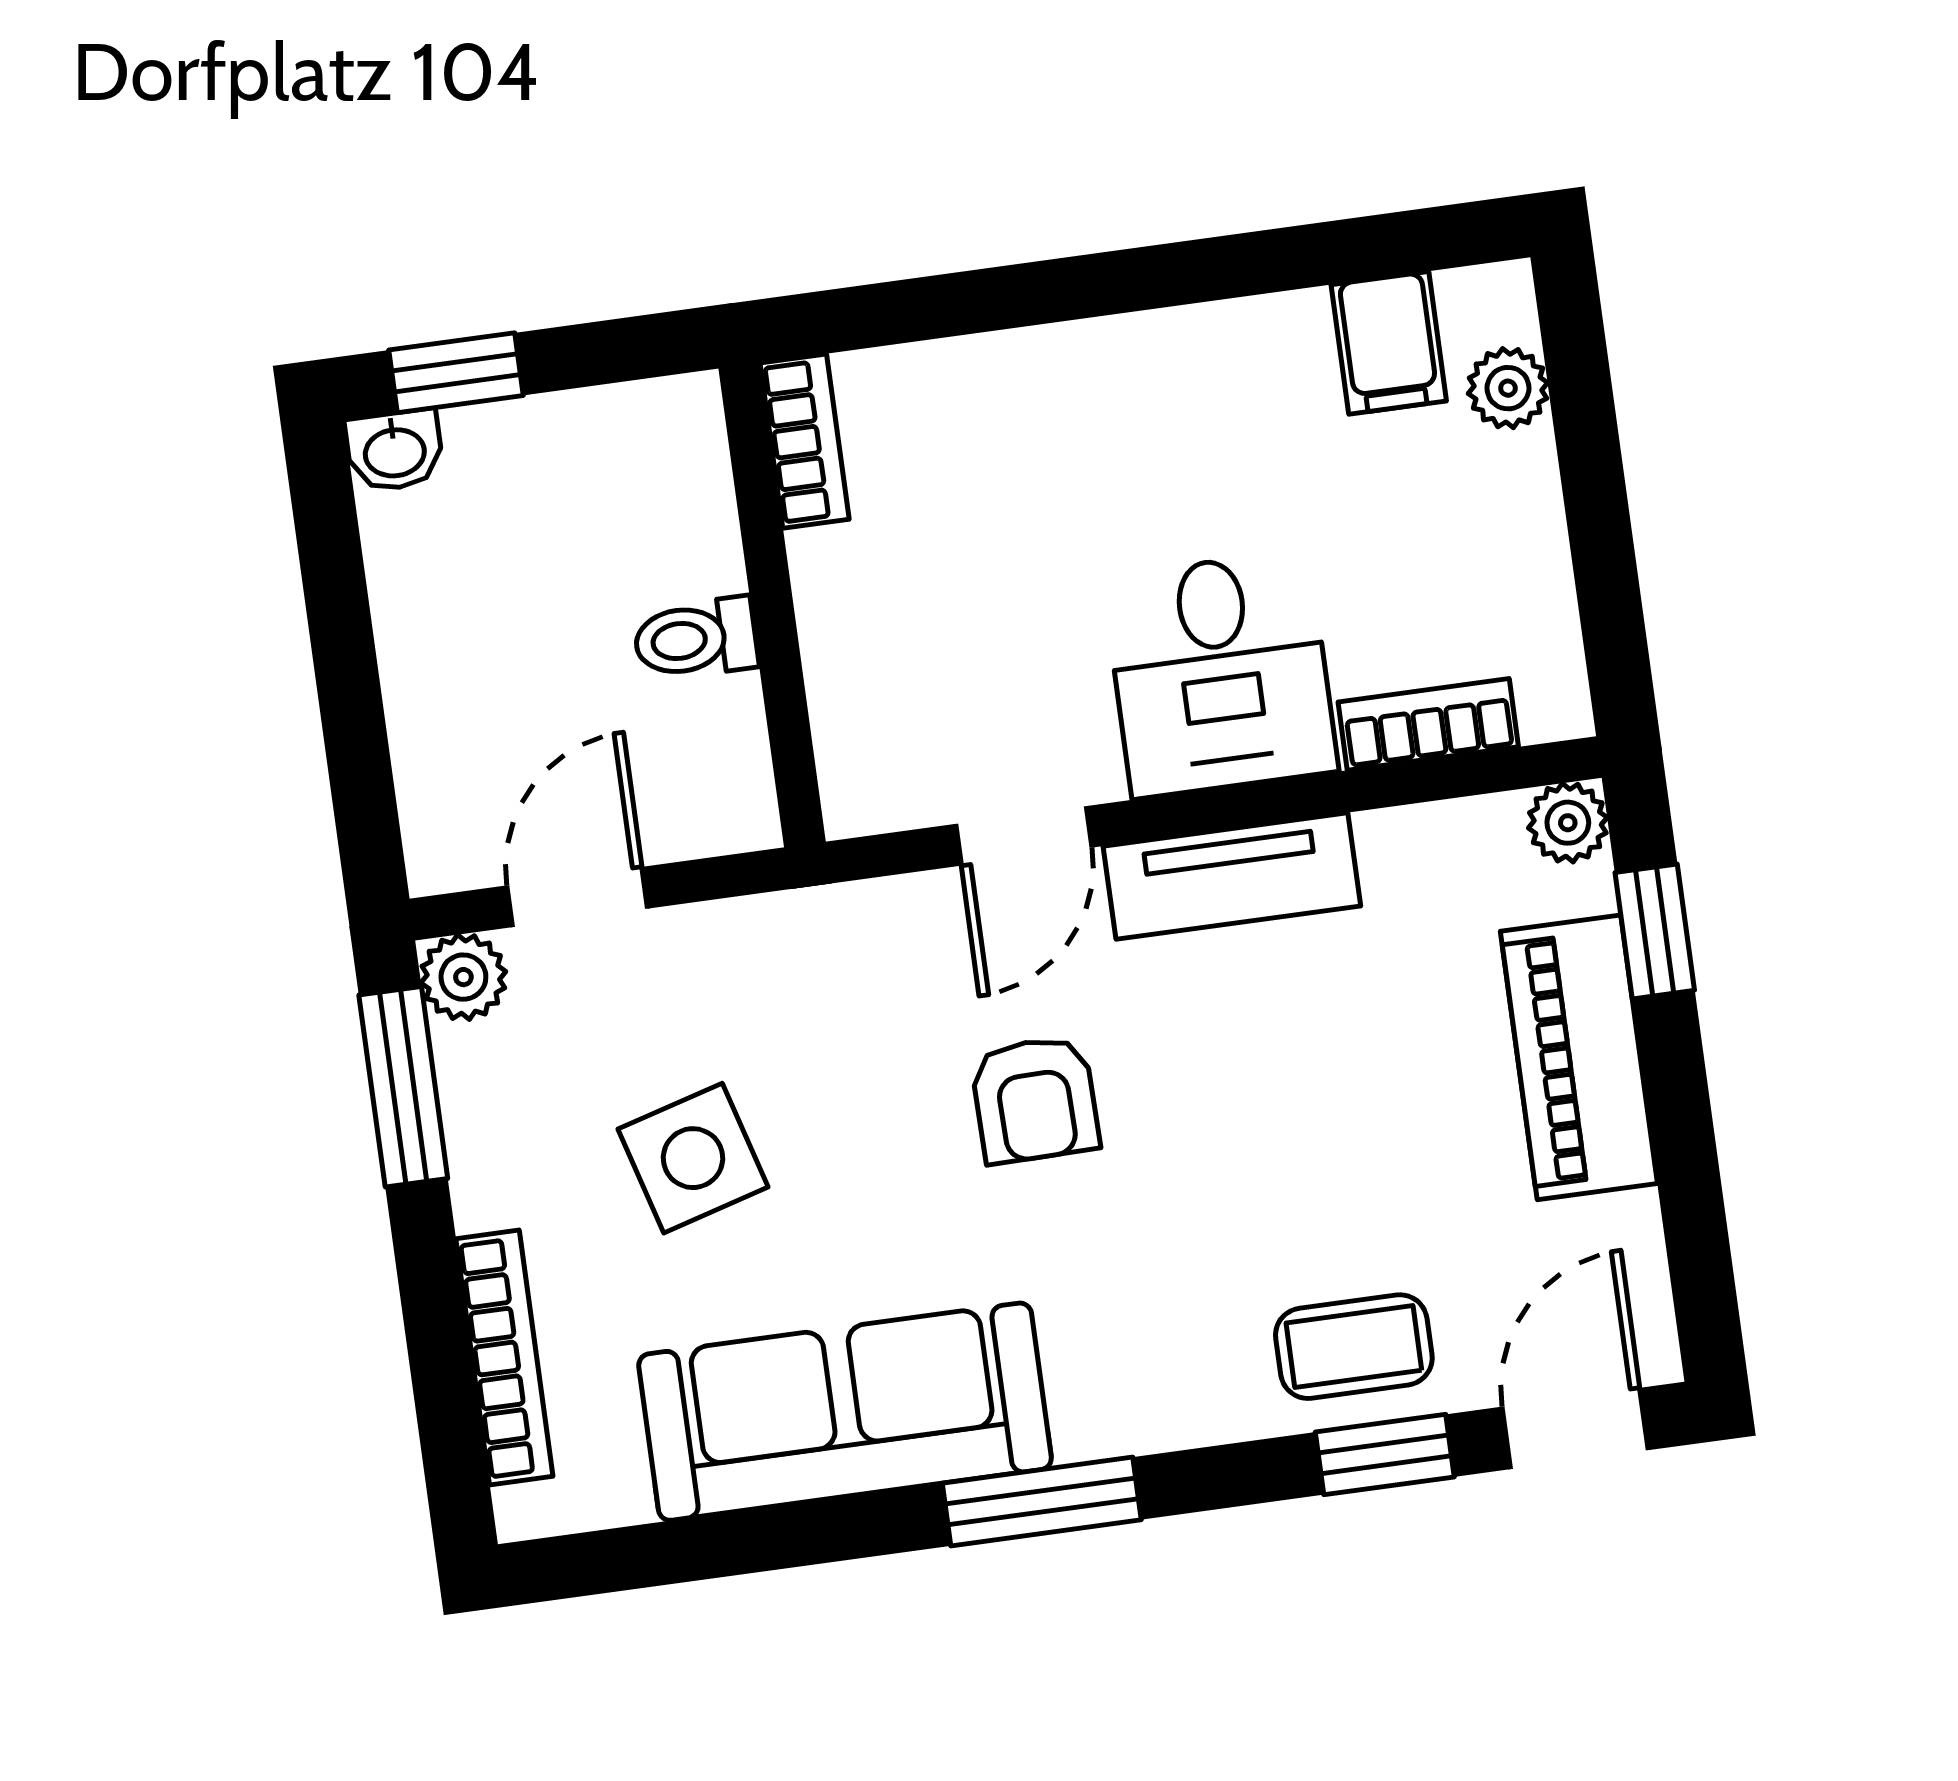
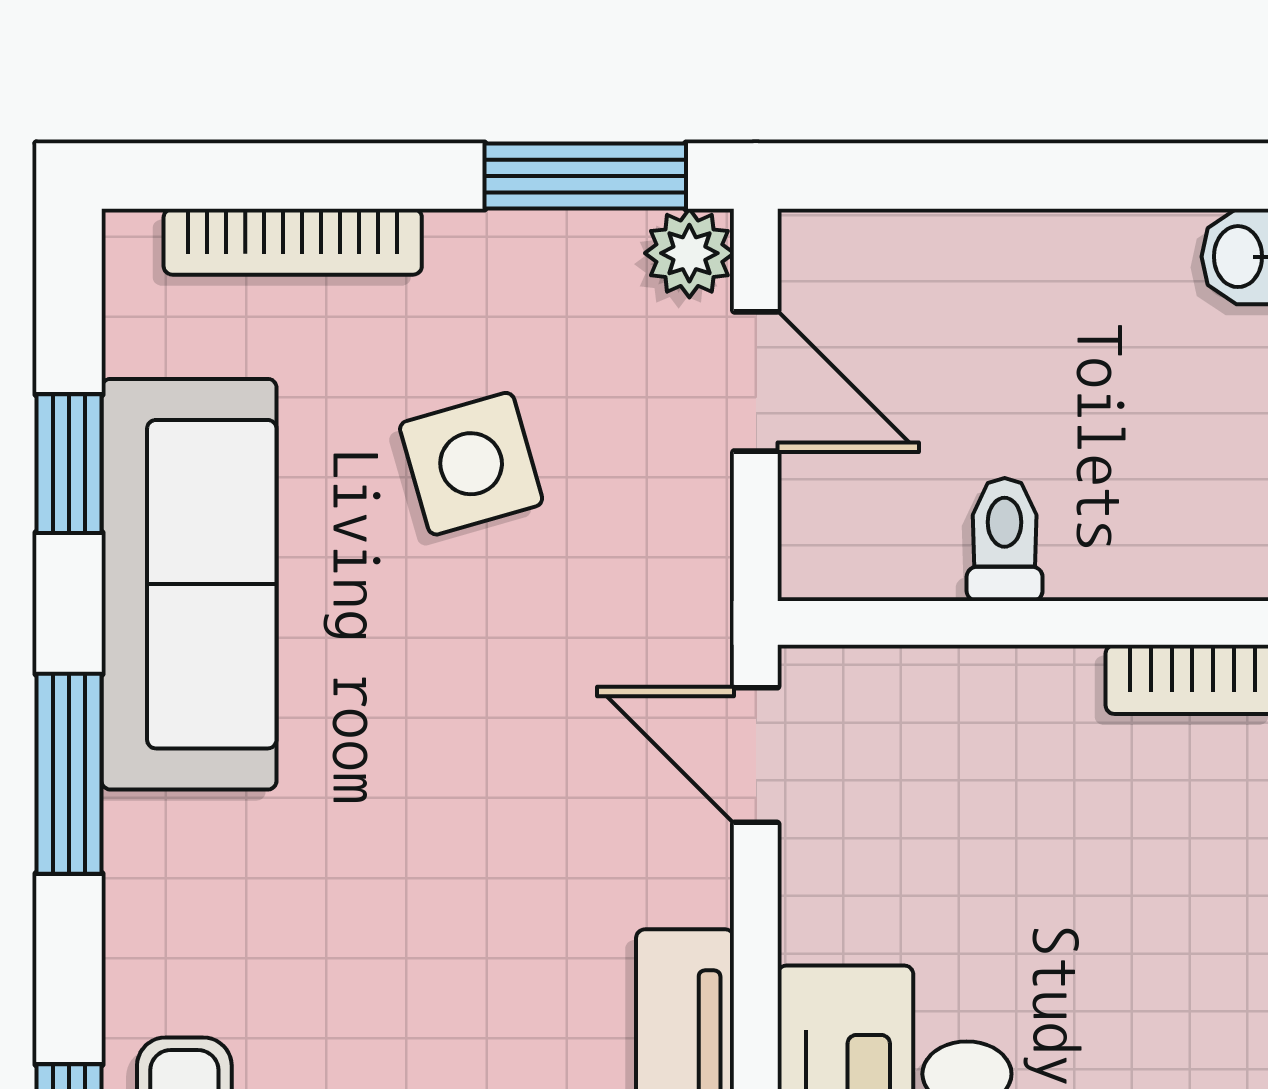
door: (1024, 836) -> (756, 755), moved
armchair: (1035, 1100) -> (483, 823), removed
window: (746, 1542) -> (69, 464), added

